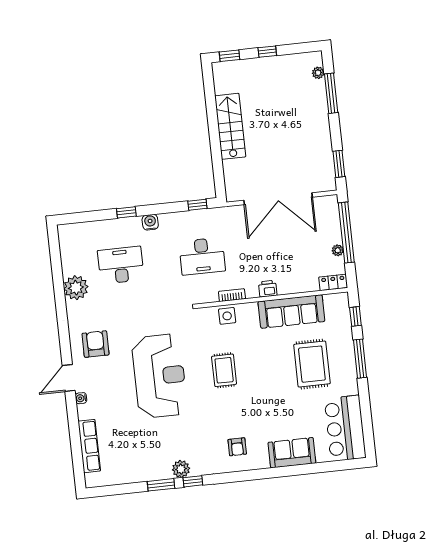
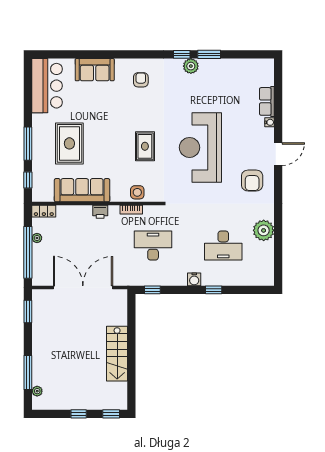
water cooler: (81, 398) -> (269, 122), moved
row of seats: (89, 446) -> (267, 101), width x0.68

